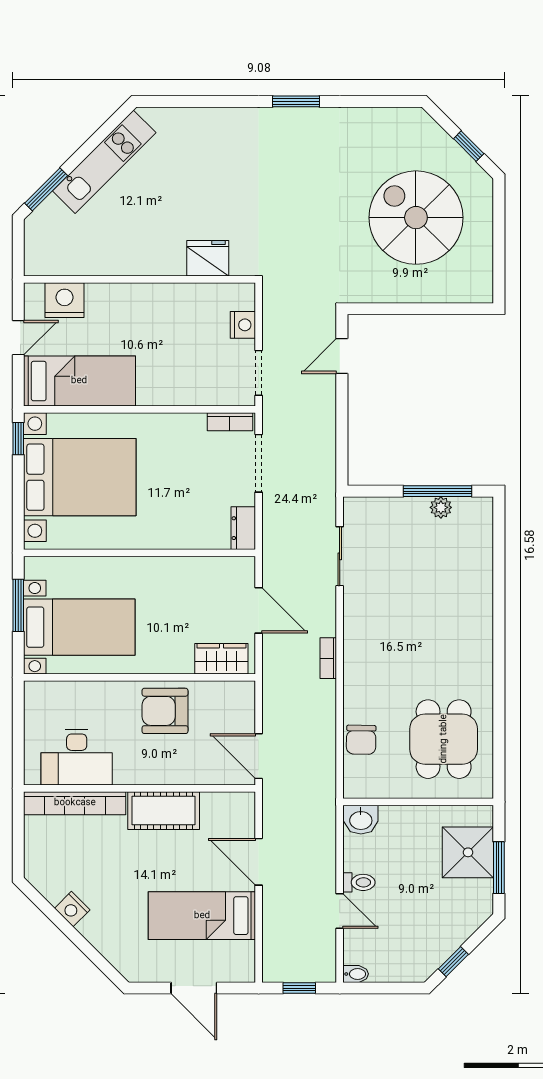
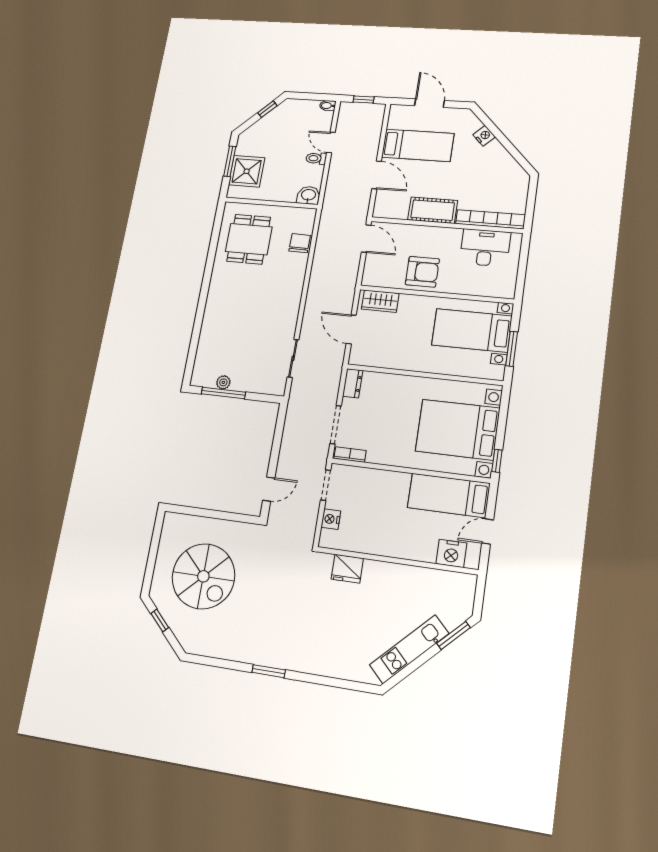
bookcase: (328, 658) -> (312, 295), removed
nightstand: (72, 909) -> (484, 136), moved

